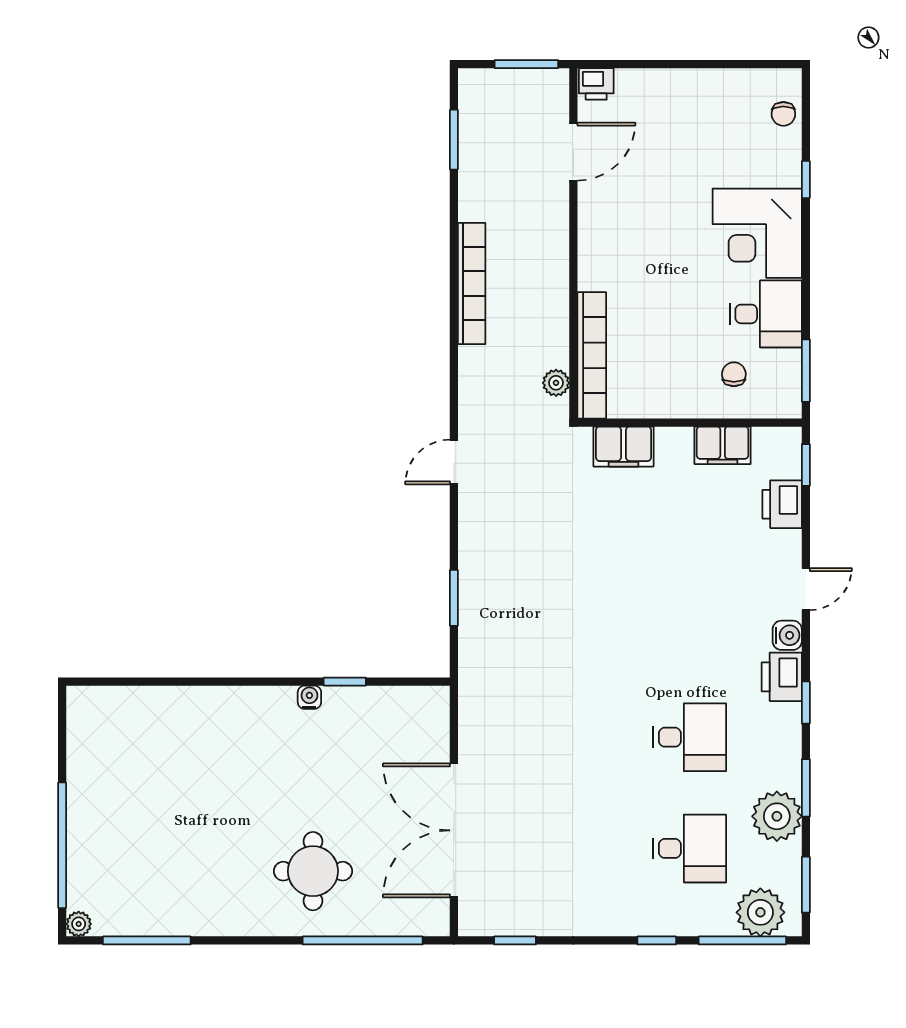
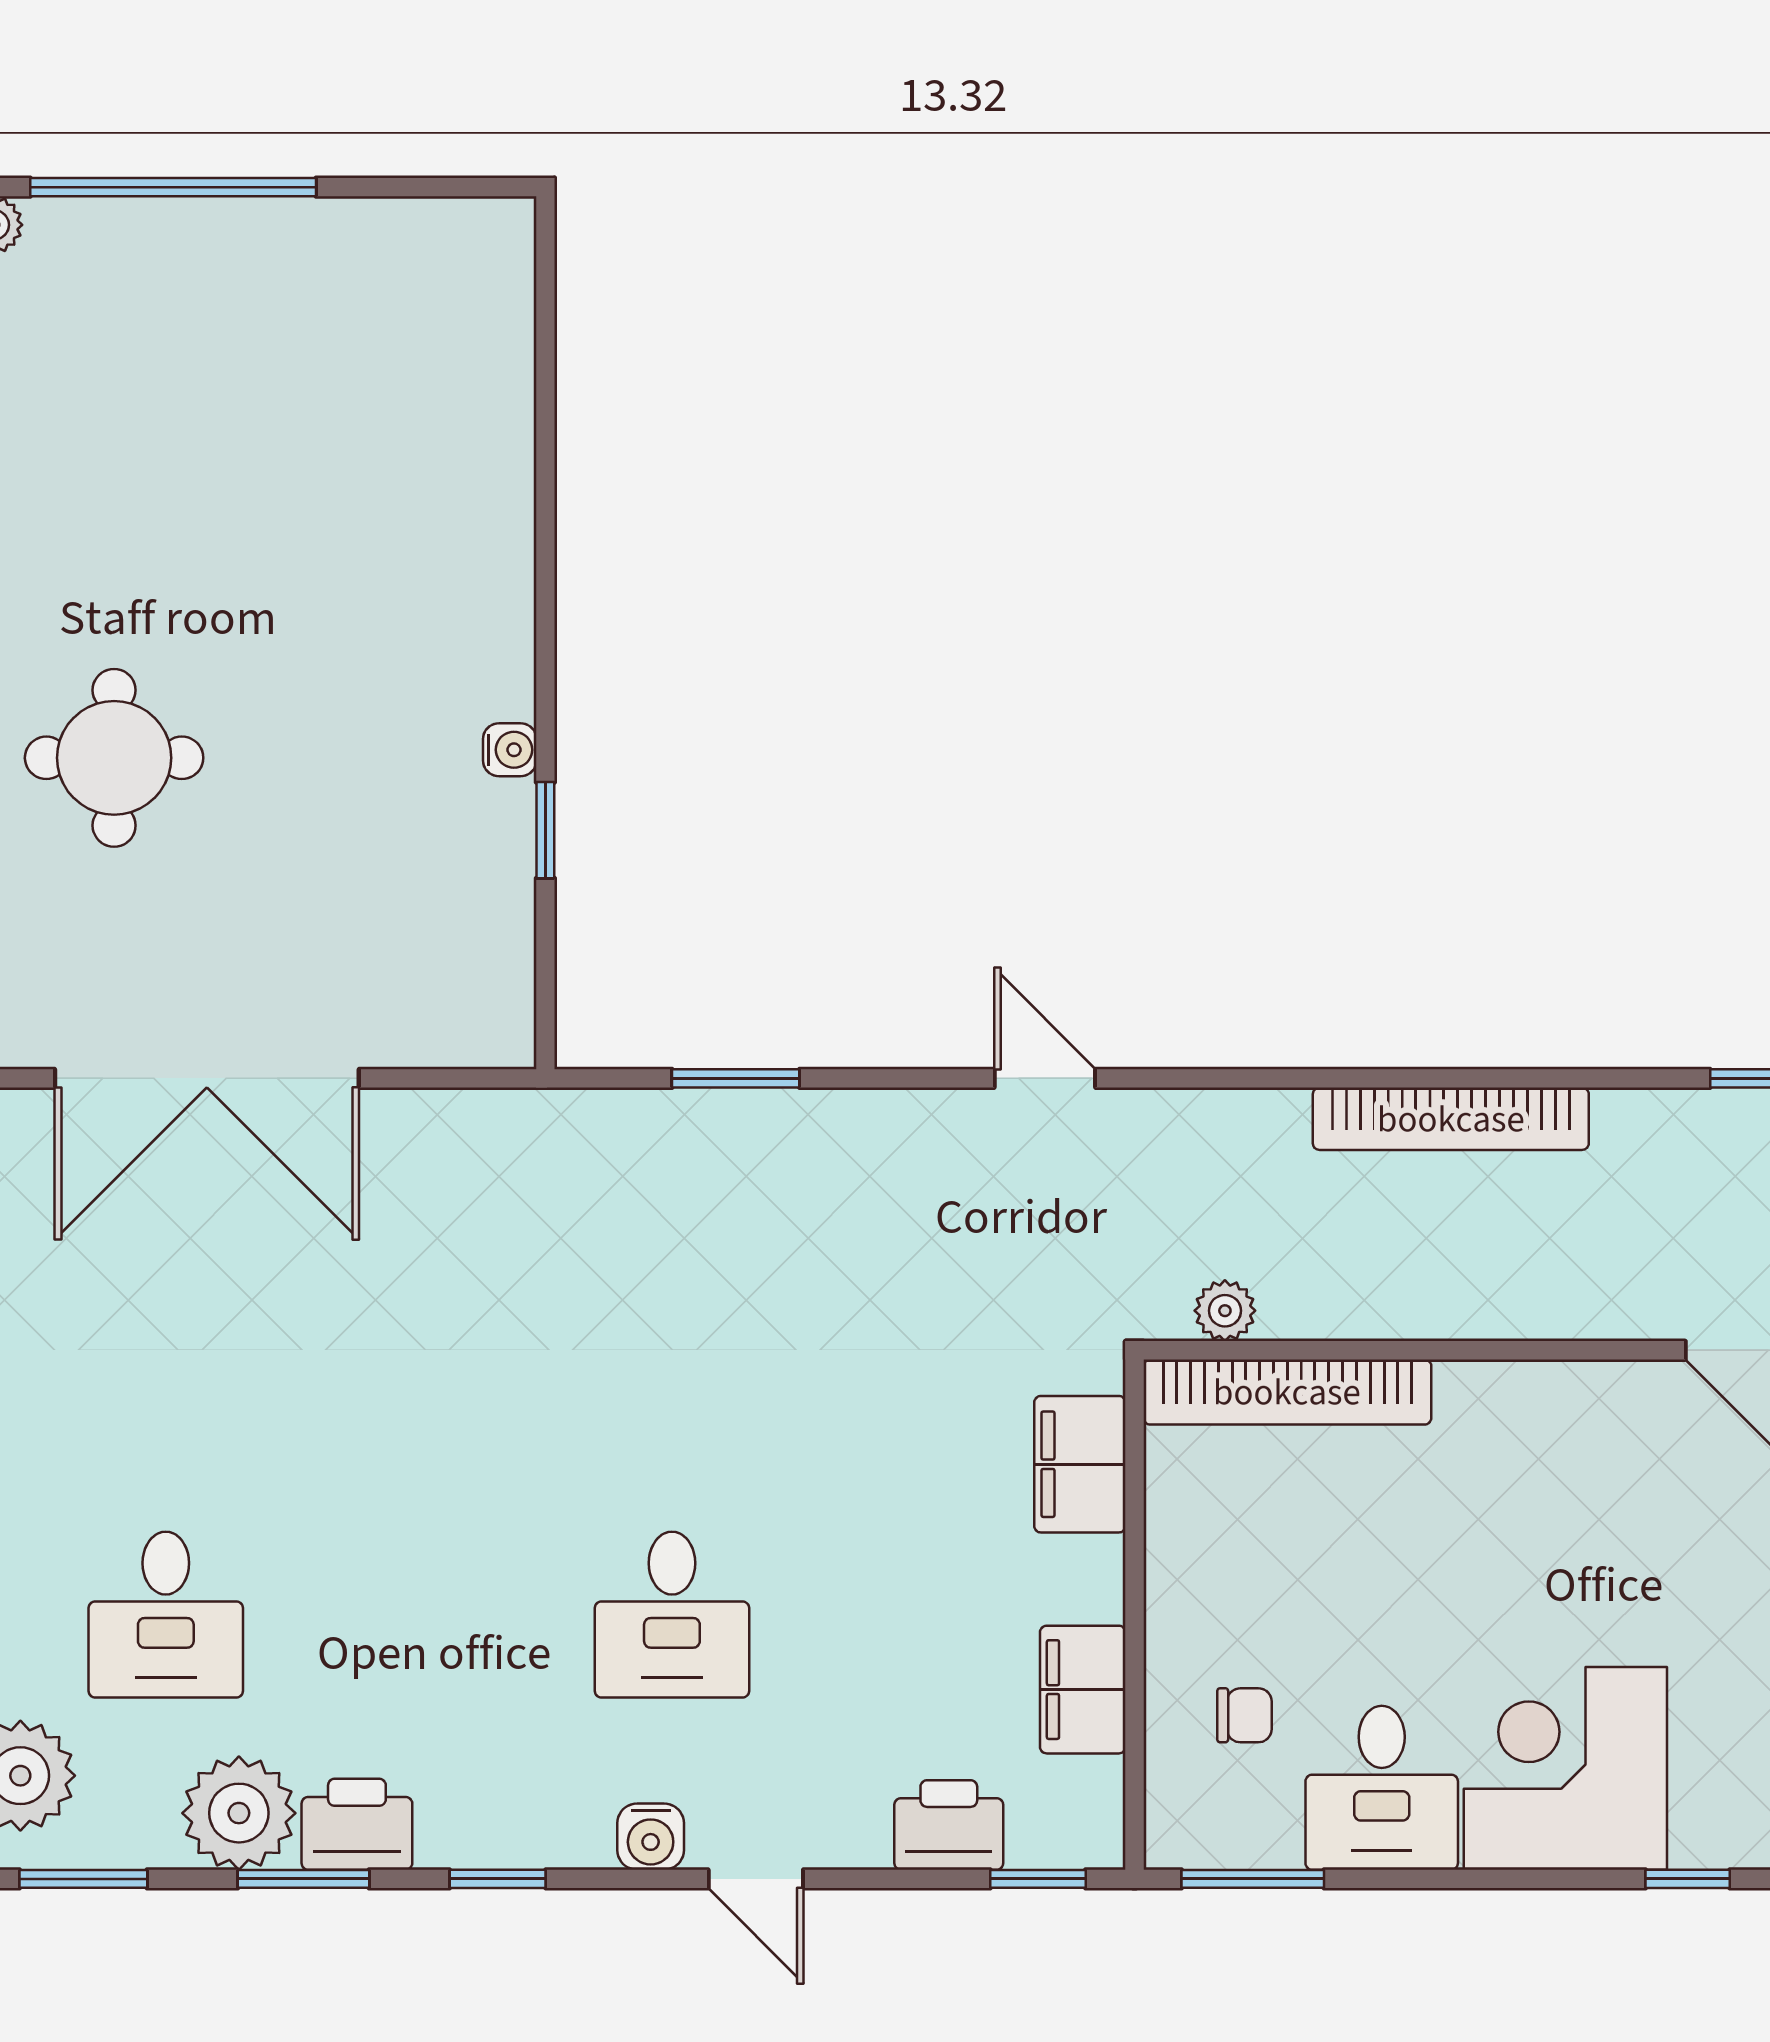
printer: (782, 677) -> (357, 1824), moved
desk: (690, 737) -> (672, 1615), moved
double door: (454, 830) -> (207, 1078), swing flipped

